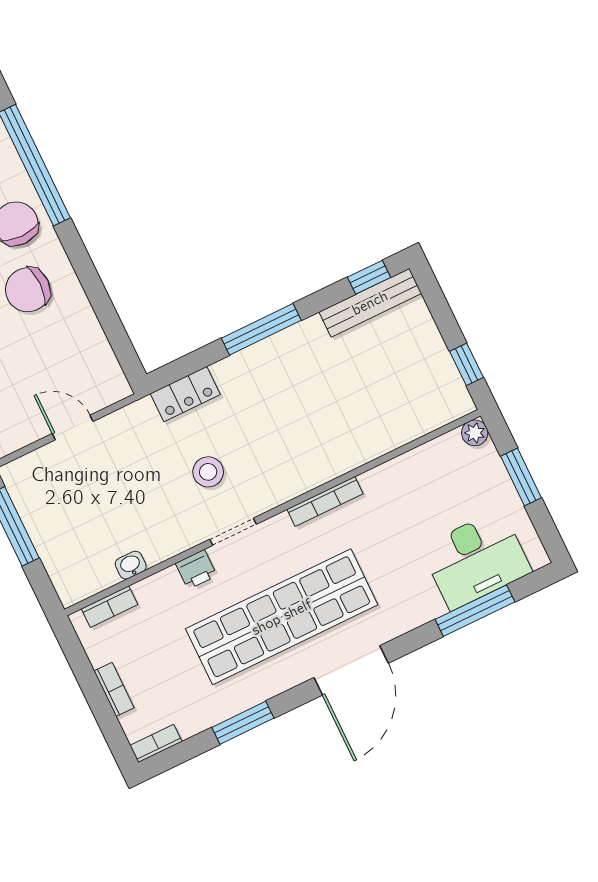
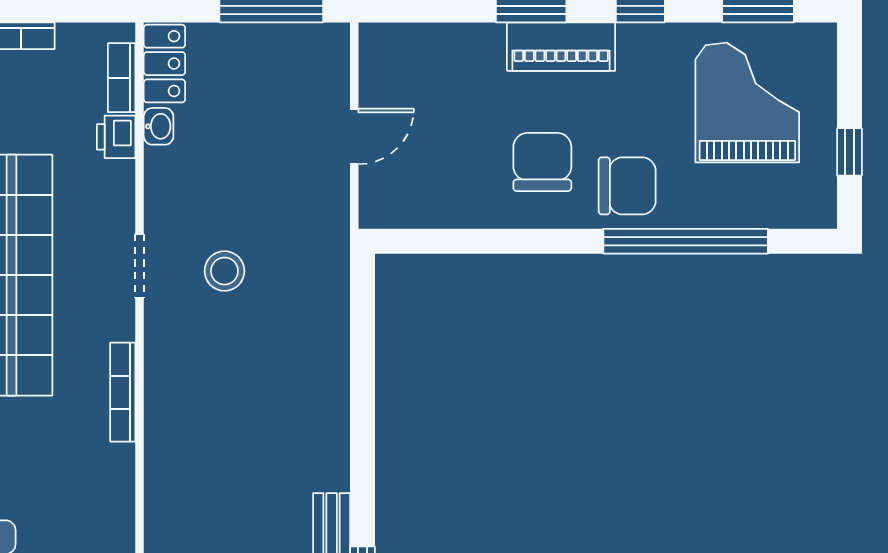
window: (261, 329) -> (362, 415), removed
locker: (185, 394) -> (164, 64), moved, turned 180
printer: (196, 569) -> (116, 137), moved

